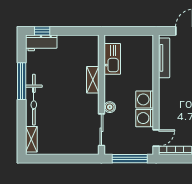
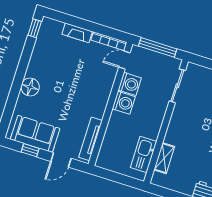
shelving: (93, 80) -> (164, 158), moved
boiler: (110, 107) -> (162, 106), removed

